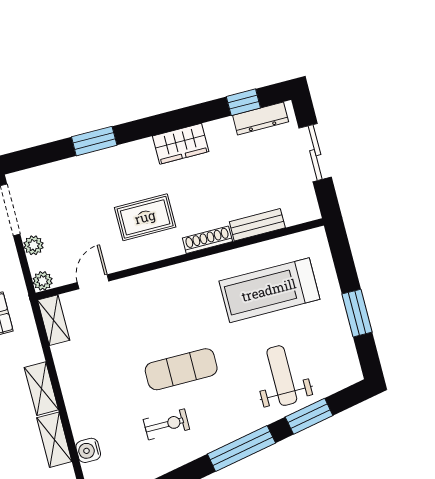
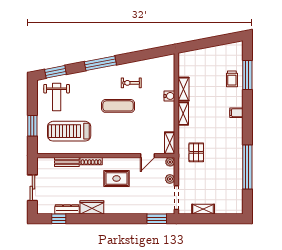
dresser: (261, 118) -> (67, 209), moved
window: (94, 141) -> (157, 219), moved
treadmill: (269, 290) -> (69, 131), turned 180
window: (357, 313) -> (32, 126), moved
weight bench: (282, 376) -> (57, 97), moved
window: (309, 416) -> (55, 72), moved
water cooler: (88, 450) -> (169, 96), moved

